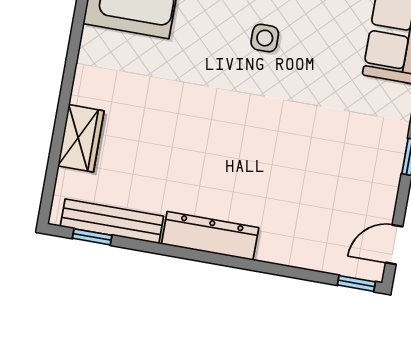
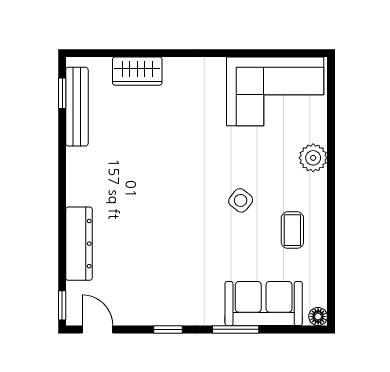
side table: (265, 38) -> (241, 200), turned 38
dresser: (210, 236) -> (79, 244), moved

